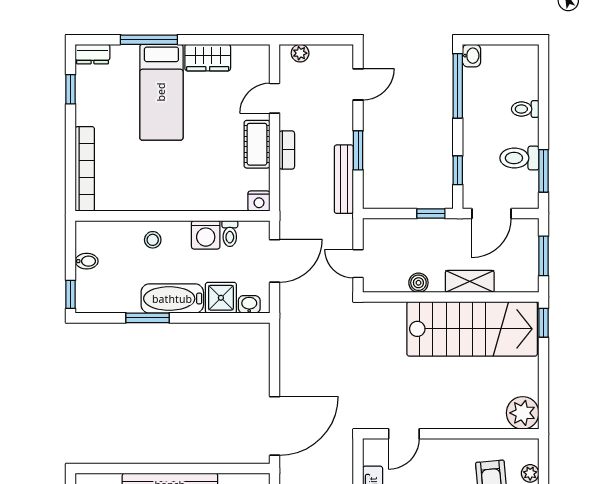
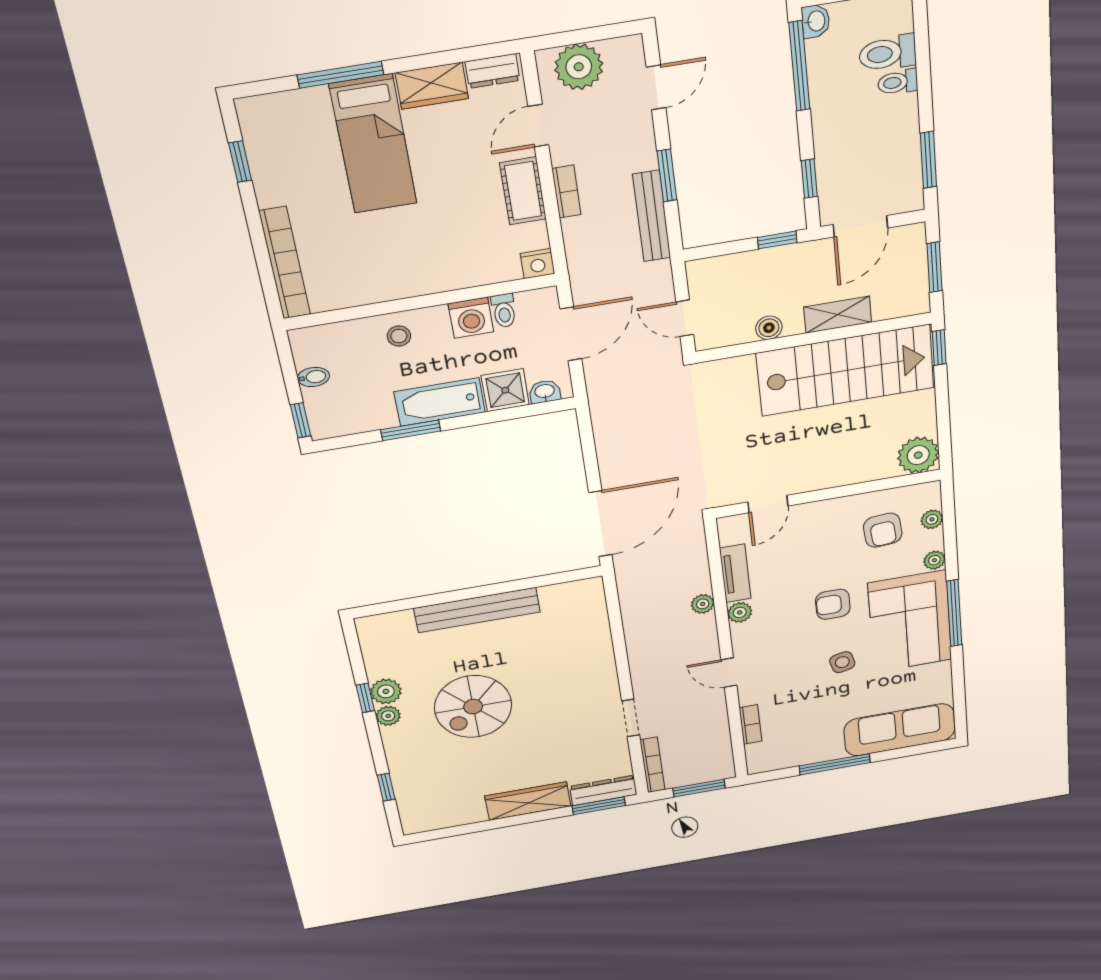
plant: (300, 53) -> (579, 67), width x1.87, depth x1.87
dresser: (93, 54) -> (493, 71), moved
toilet: (519, 158) -> (888, 53), moved

